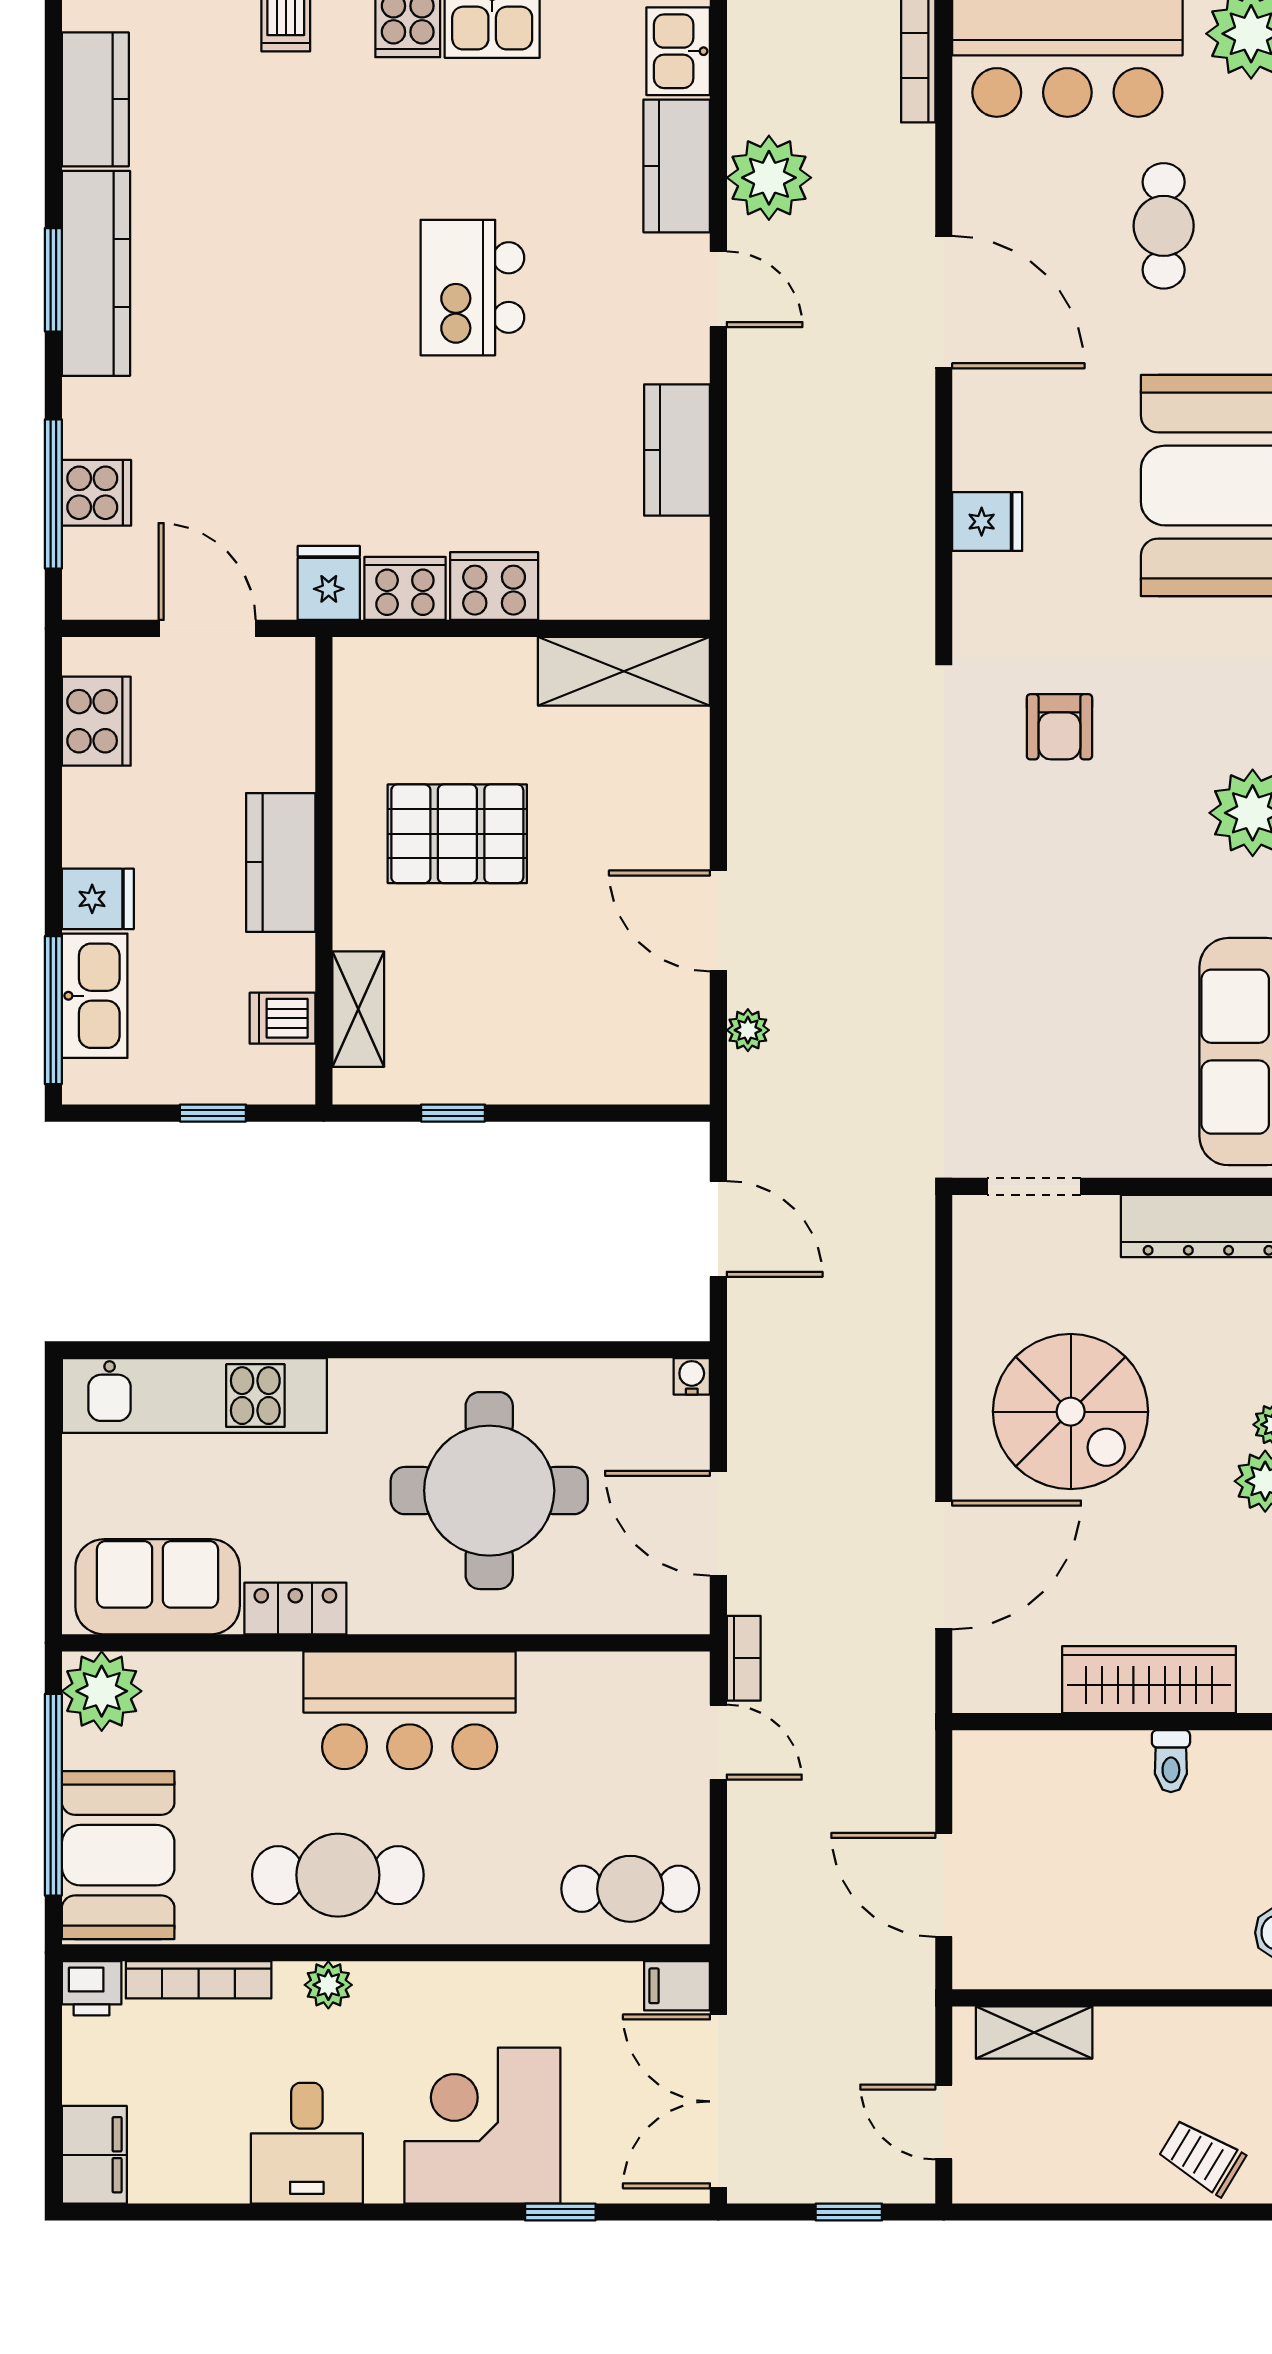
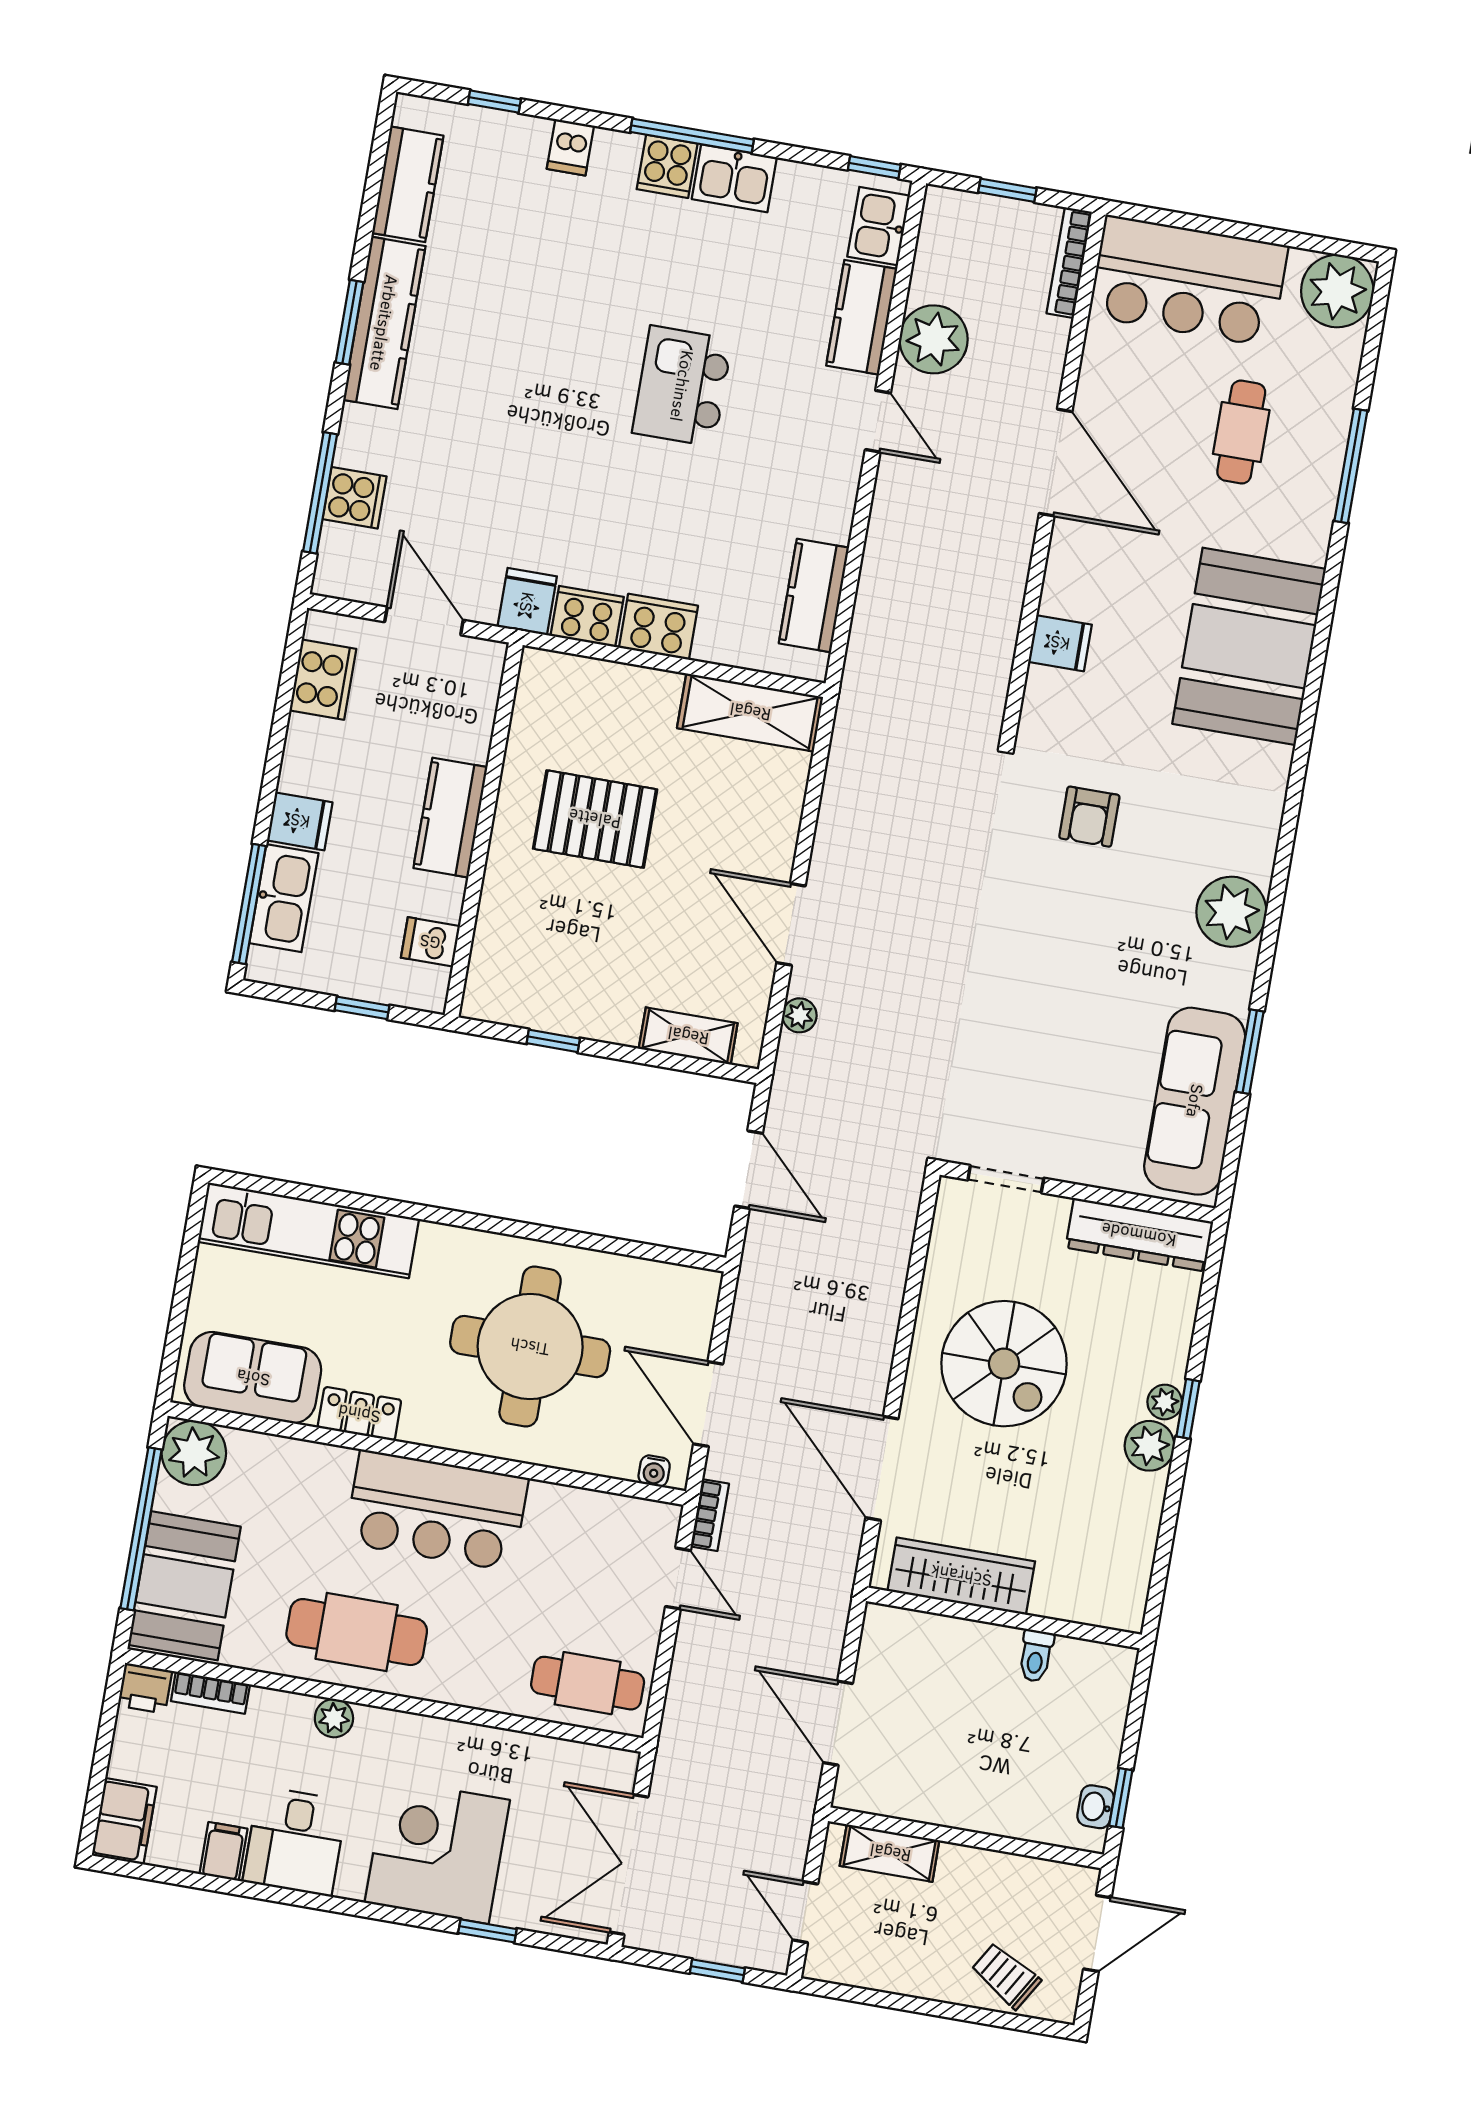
kitchen counter: (677, 450) -> (814, 595), moved
shelving: (358, 1009) -> (688, 1036), moved, turned 90
water cooler: (692, 1376) -> (654, 1471), moved, turned 180
door: (944, 1565) -> (882, 1468), swing flipped
wardrobe: (1149, 1680) -> (961, 1576), moved
bookcase: (199, 1980) -> (210, 1693), width x0.64
filing cabinet: (677, 1986) -> (223, 1851), moved, turned 90

